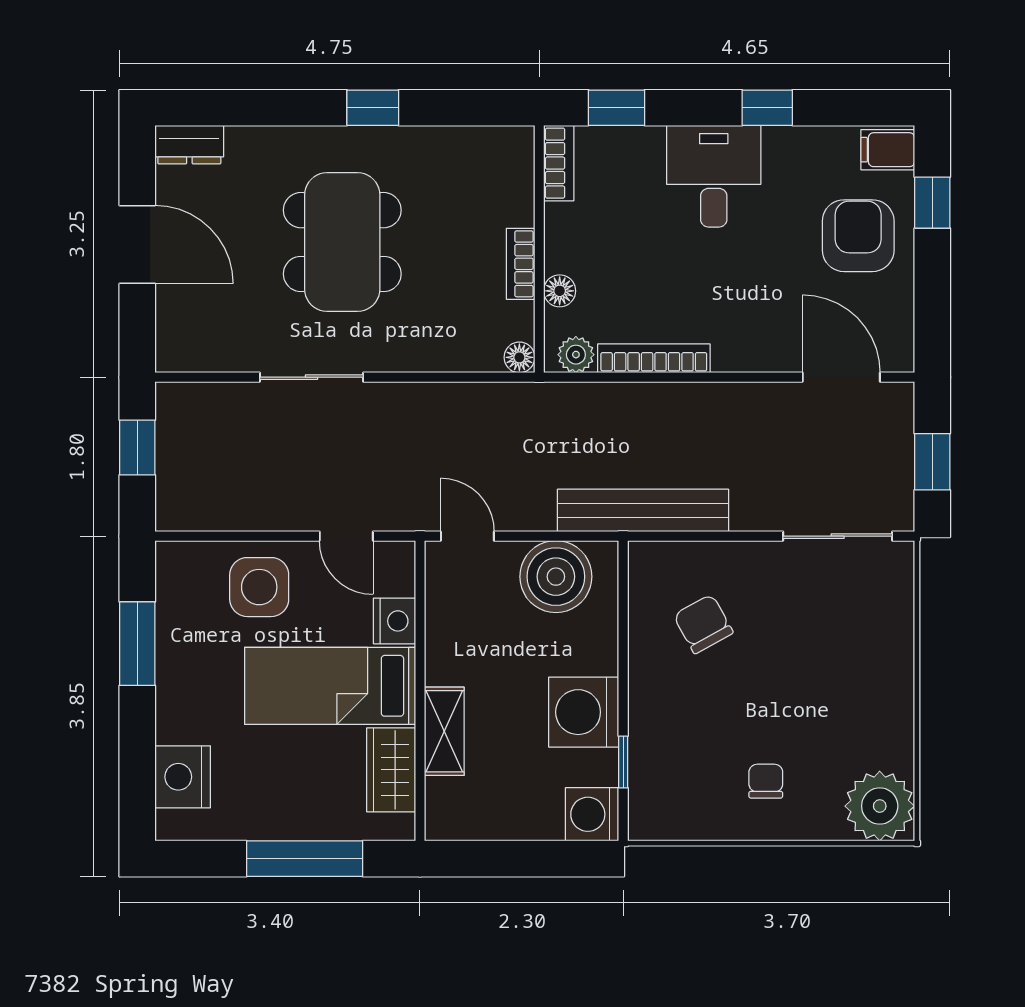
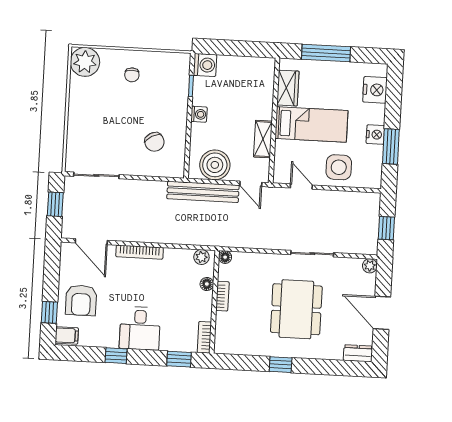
plant: (172, 355) -> (370, 266), added
bookcase: (654, 358) -> (140, 252), moved
bench: (643, 510) -> (203, 192), moved
nightstand: (394, 621) -> (375, 135), moved, turned 180
washing machine: (584, 712) -> (199, 114), width x0.53, depth x0.53
shelving: (444, 731) -> (263, 139), moved

